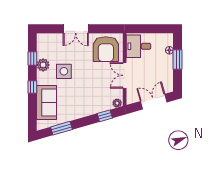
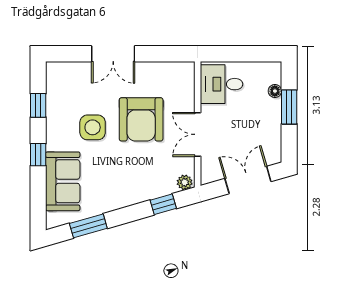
armchair: (106, 49) -> (141, 119), moved
plant: (43, 65) -> (57, 116), removed

